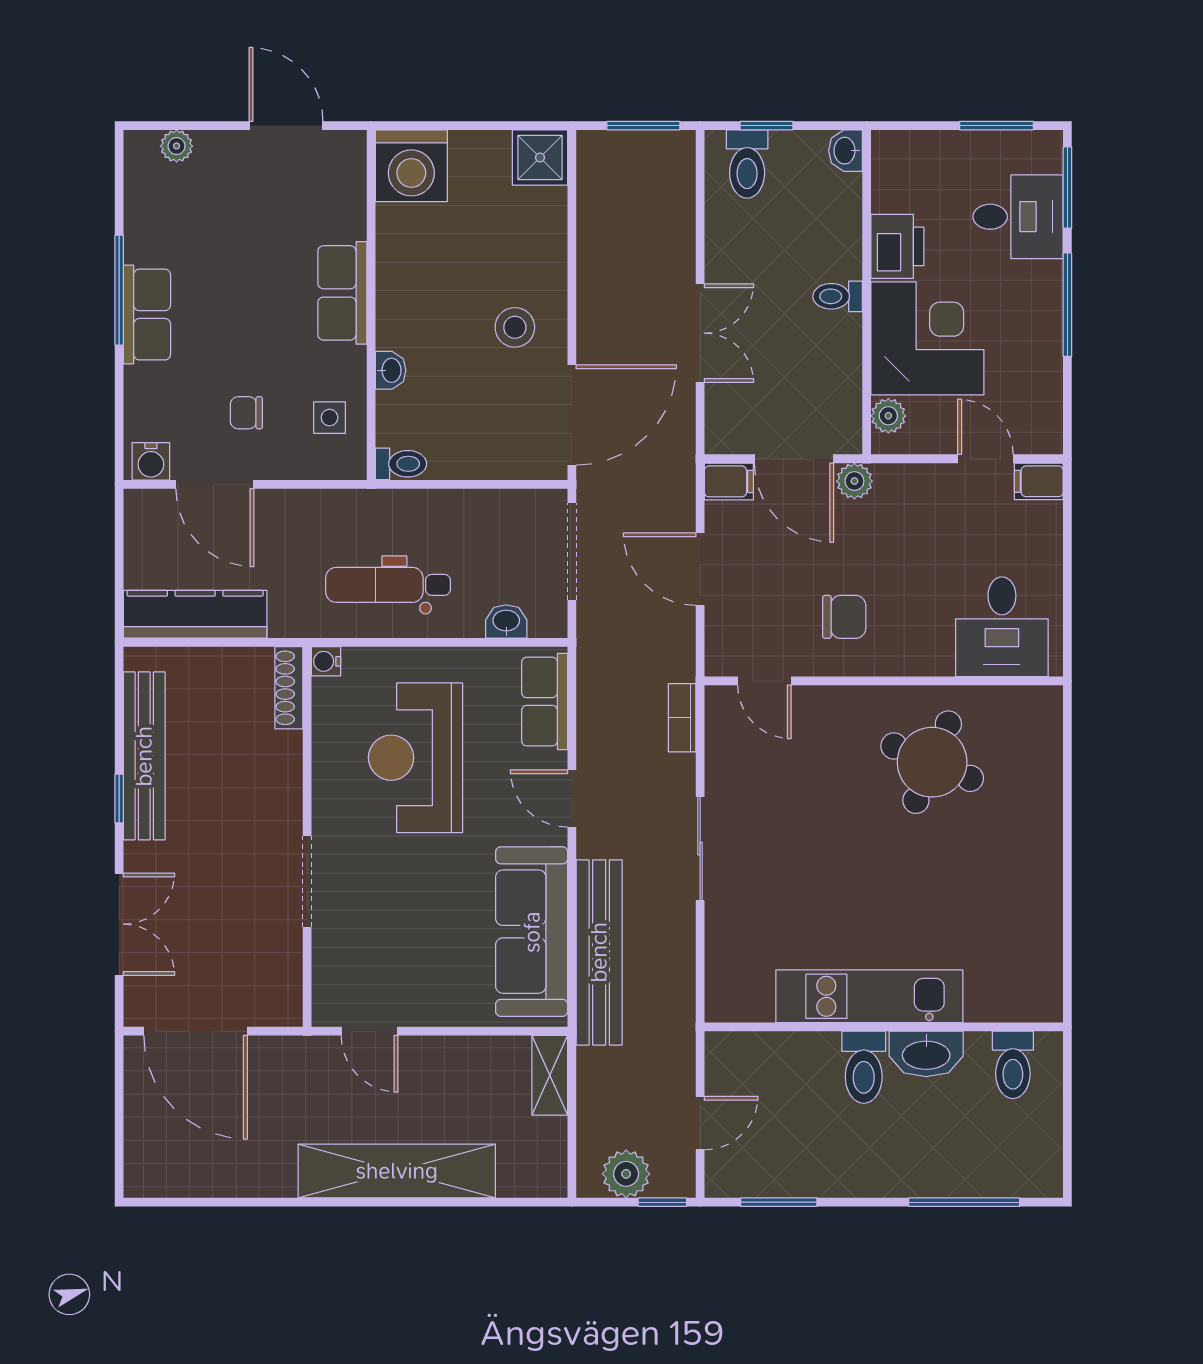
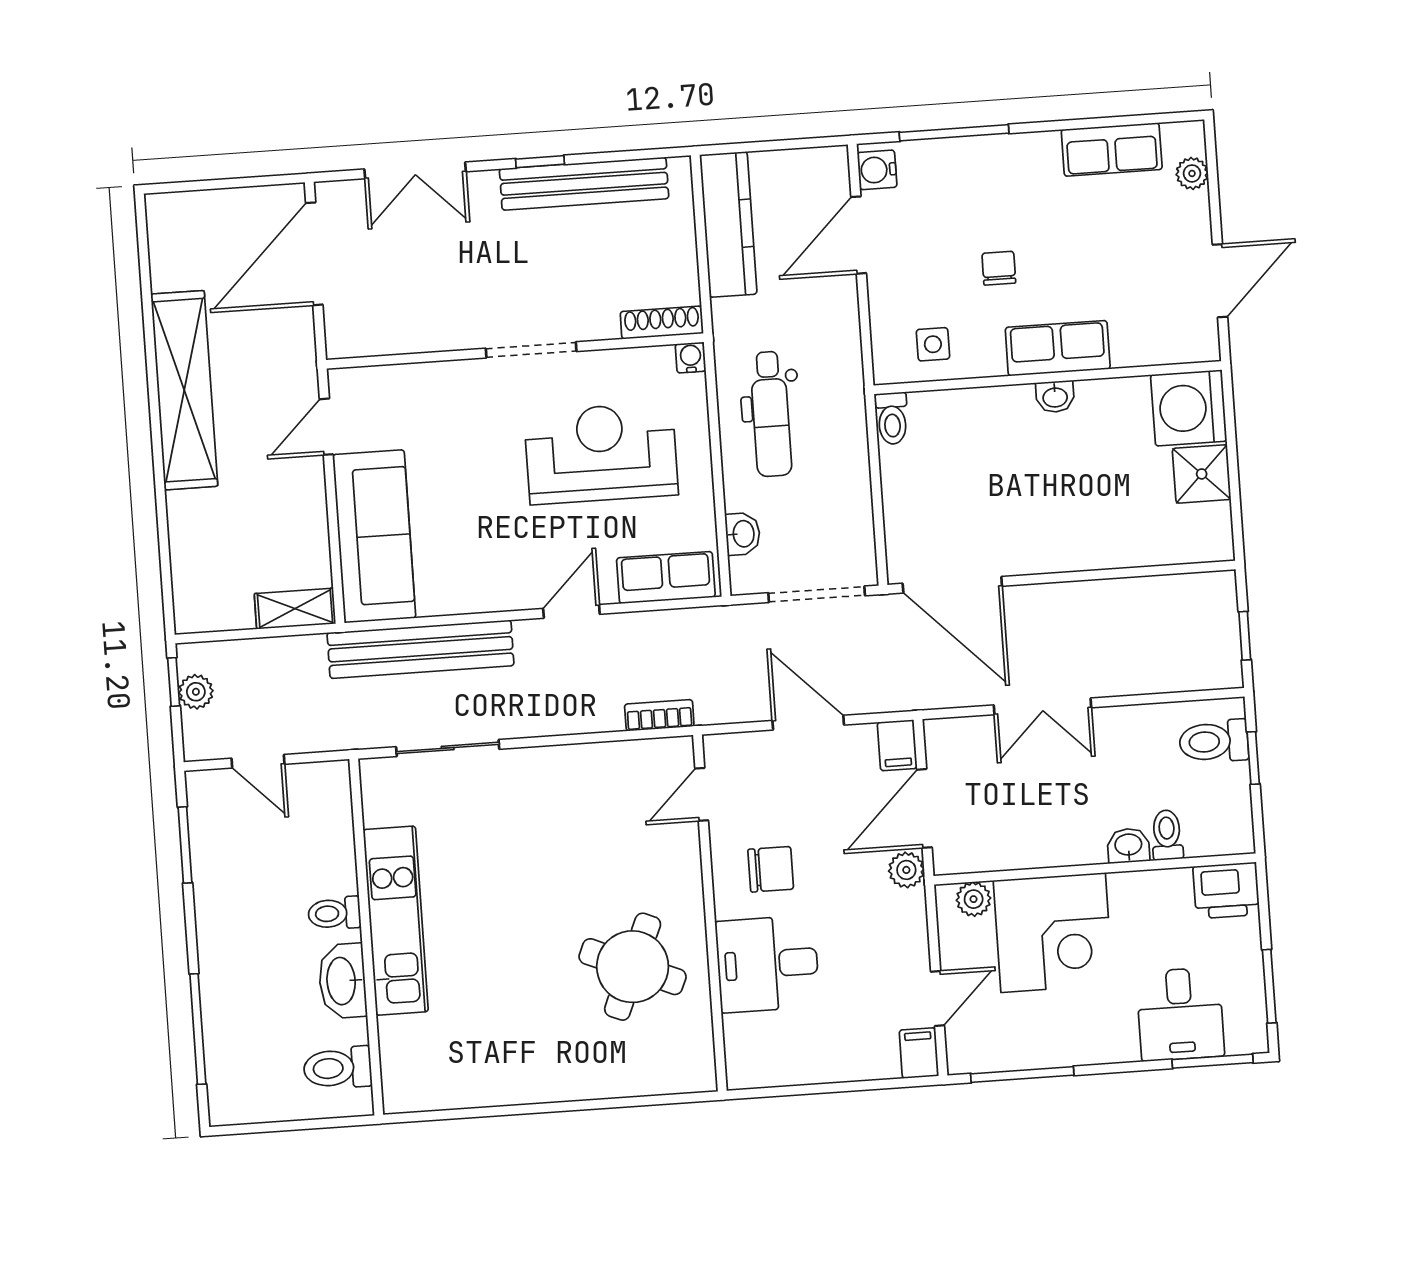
window: (643, 126) -> (1245, 636), width x0.67
washbasin: (846, 151) -> (1128, 846), moved
shower: (540, 157) -> (1202, 474), moved
printer: (897, 246) -> (1226, 890), moved
window: (119, 290) -> (954, 133), moved
toilet: (838, 296) -> (1167, 835), moved
window: (1067, 305) -> (1022, 1074), moved
row of seats: (147, 315) -> (1112, 149), moved
stool: (515, 327) -> (1035, 522), removed
washbasin: (391, 370) -> (1055, 397), moved
chair: (246, 413) -> (999, 268), moved
door: (700, 569) -> (808, 723), hinge flipped
dental chair: (388, 585) -> (771, 414), turned 180
chair: (844, 617) -> (771, 869), turned -90
desk: (1002, 627) -> (768, 964), moved
sliding door: (700, 849) -> (448, 748), moved
doorway: (307, 882) -> (531, 350), moved
sofa: (532, 932) -> (374, 536), moved, turned 90
toilet: (864, 1067) -> (334, 913), width x0.73, depth x0.72
shelving: (397, 1171) -> (184, 390), moved
plant: (626, 1174) -> (196, 692), width x0.73, depth x0.73
window: (662, 1202) -> (174, 682), moved

